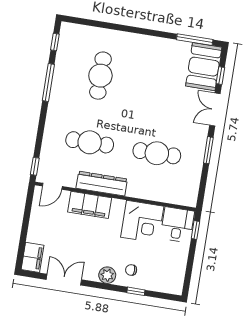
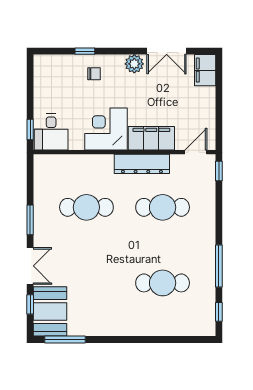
cafe table: (100, 76) -> (163, 283), turned 90
corner desk: (142, 222) -> (106, 129), moved
plant: (107, 275) -> (134, 64), moved

